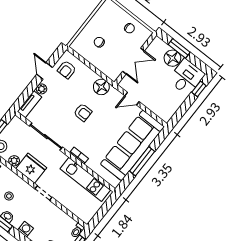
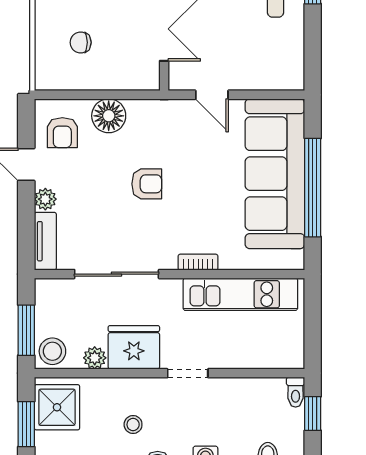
floor lamp: (101, 87) -> (109, 116), moved
door: (132, 99) -> (212, 95), hinge flipped
window: (142, 161) -> (313, 188), width x1.46

